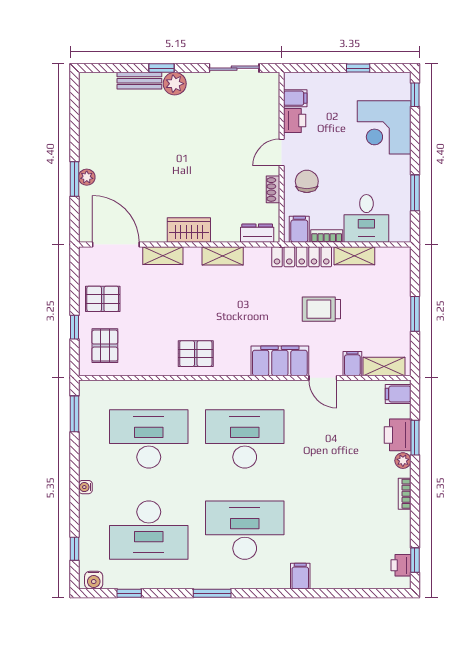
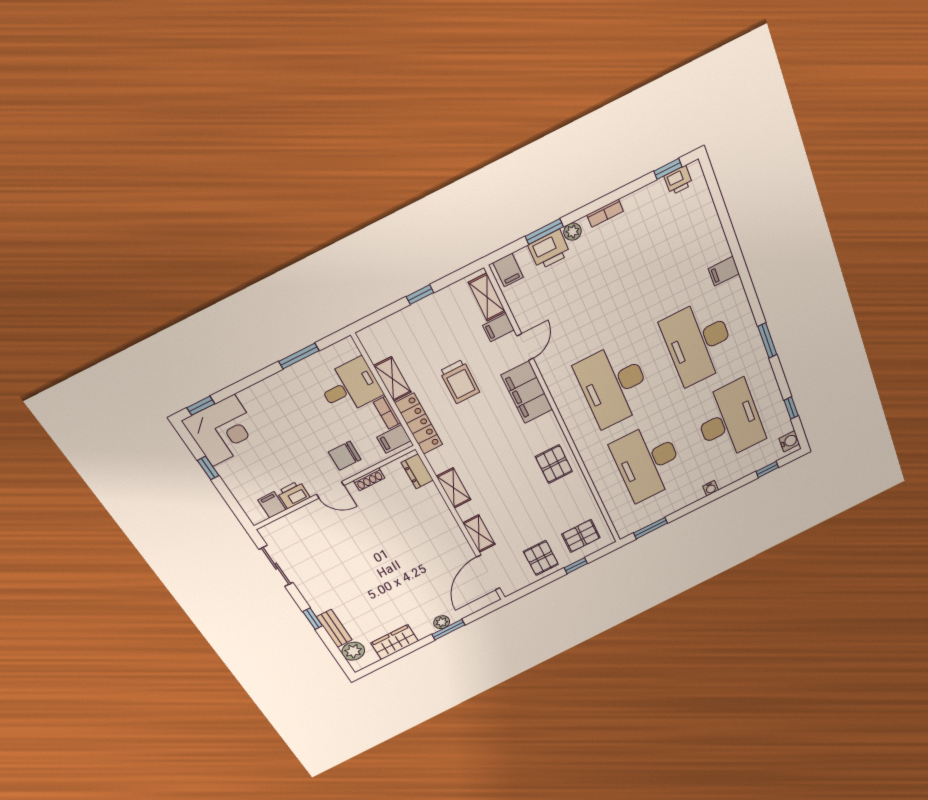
plant: (175, 84) -> (353, 651), moved
corner desk: (384, 127) -> (223, 431), moved
wardrobe: (189, 230) -> (395, 642), moved, turned 90
window: (415, 314) -> (420, 295), width x0.67

